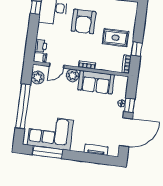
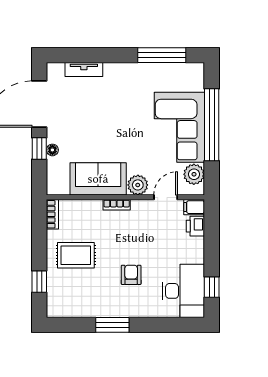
armchair: (84, 21) -> (131, 275), width x0.53, depth x0.53
window: (137, 49) -> (39, 282), moved
corner sofa: (50, 133) -> (179, 127), moved, turned 90

